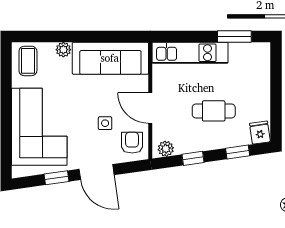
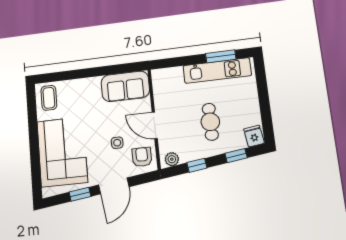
plant: (63, 50) -> (77, 85), removed
kitchen unit: (190, 53) -> (217, 71), moved
sofa: (110, 58) -> (125, 86), width x0.73
cafe table: (214, 111) -> (210, 122), turned 90
door: (97, 172) -> (114, 186), hinge flipped

